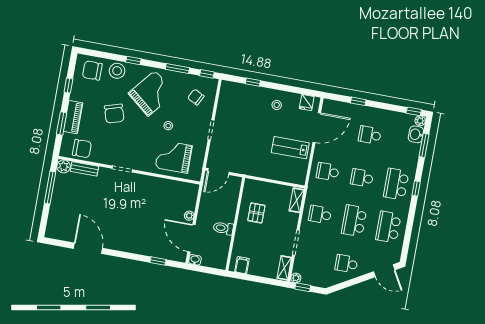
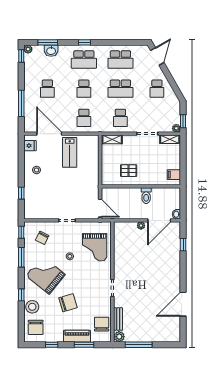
window: (358, 101) -> (21, 103), width x2.17
washbasin: (416, 134) -> (51, 51), moved

